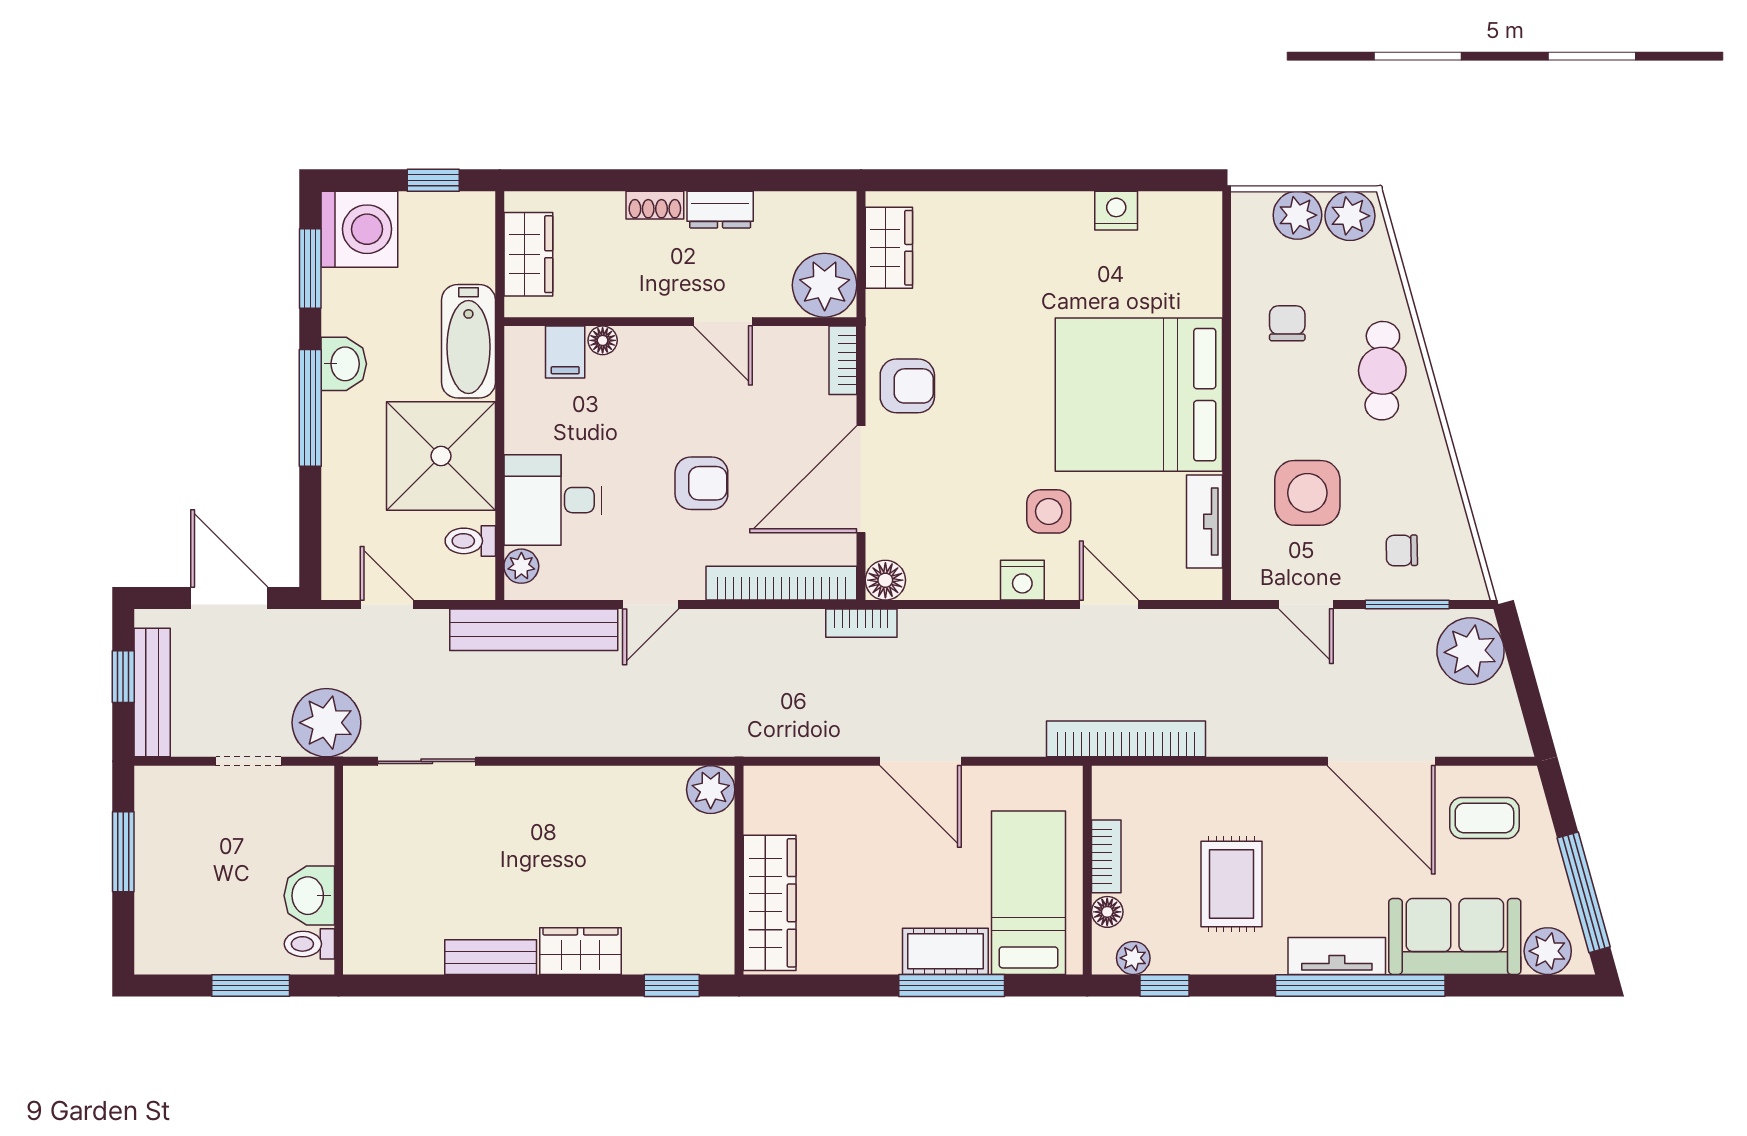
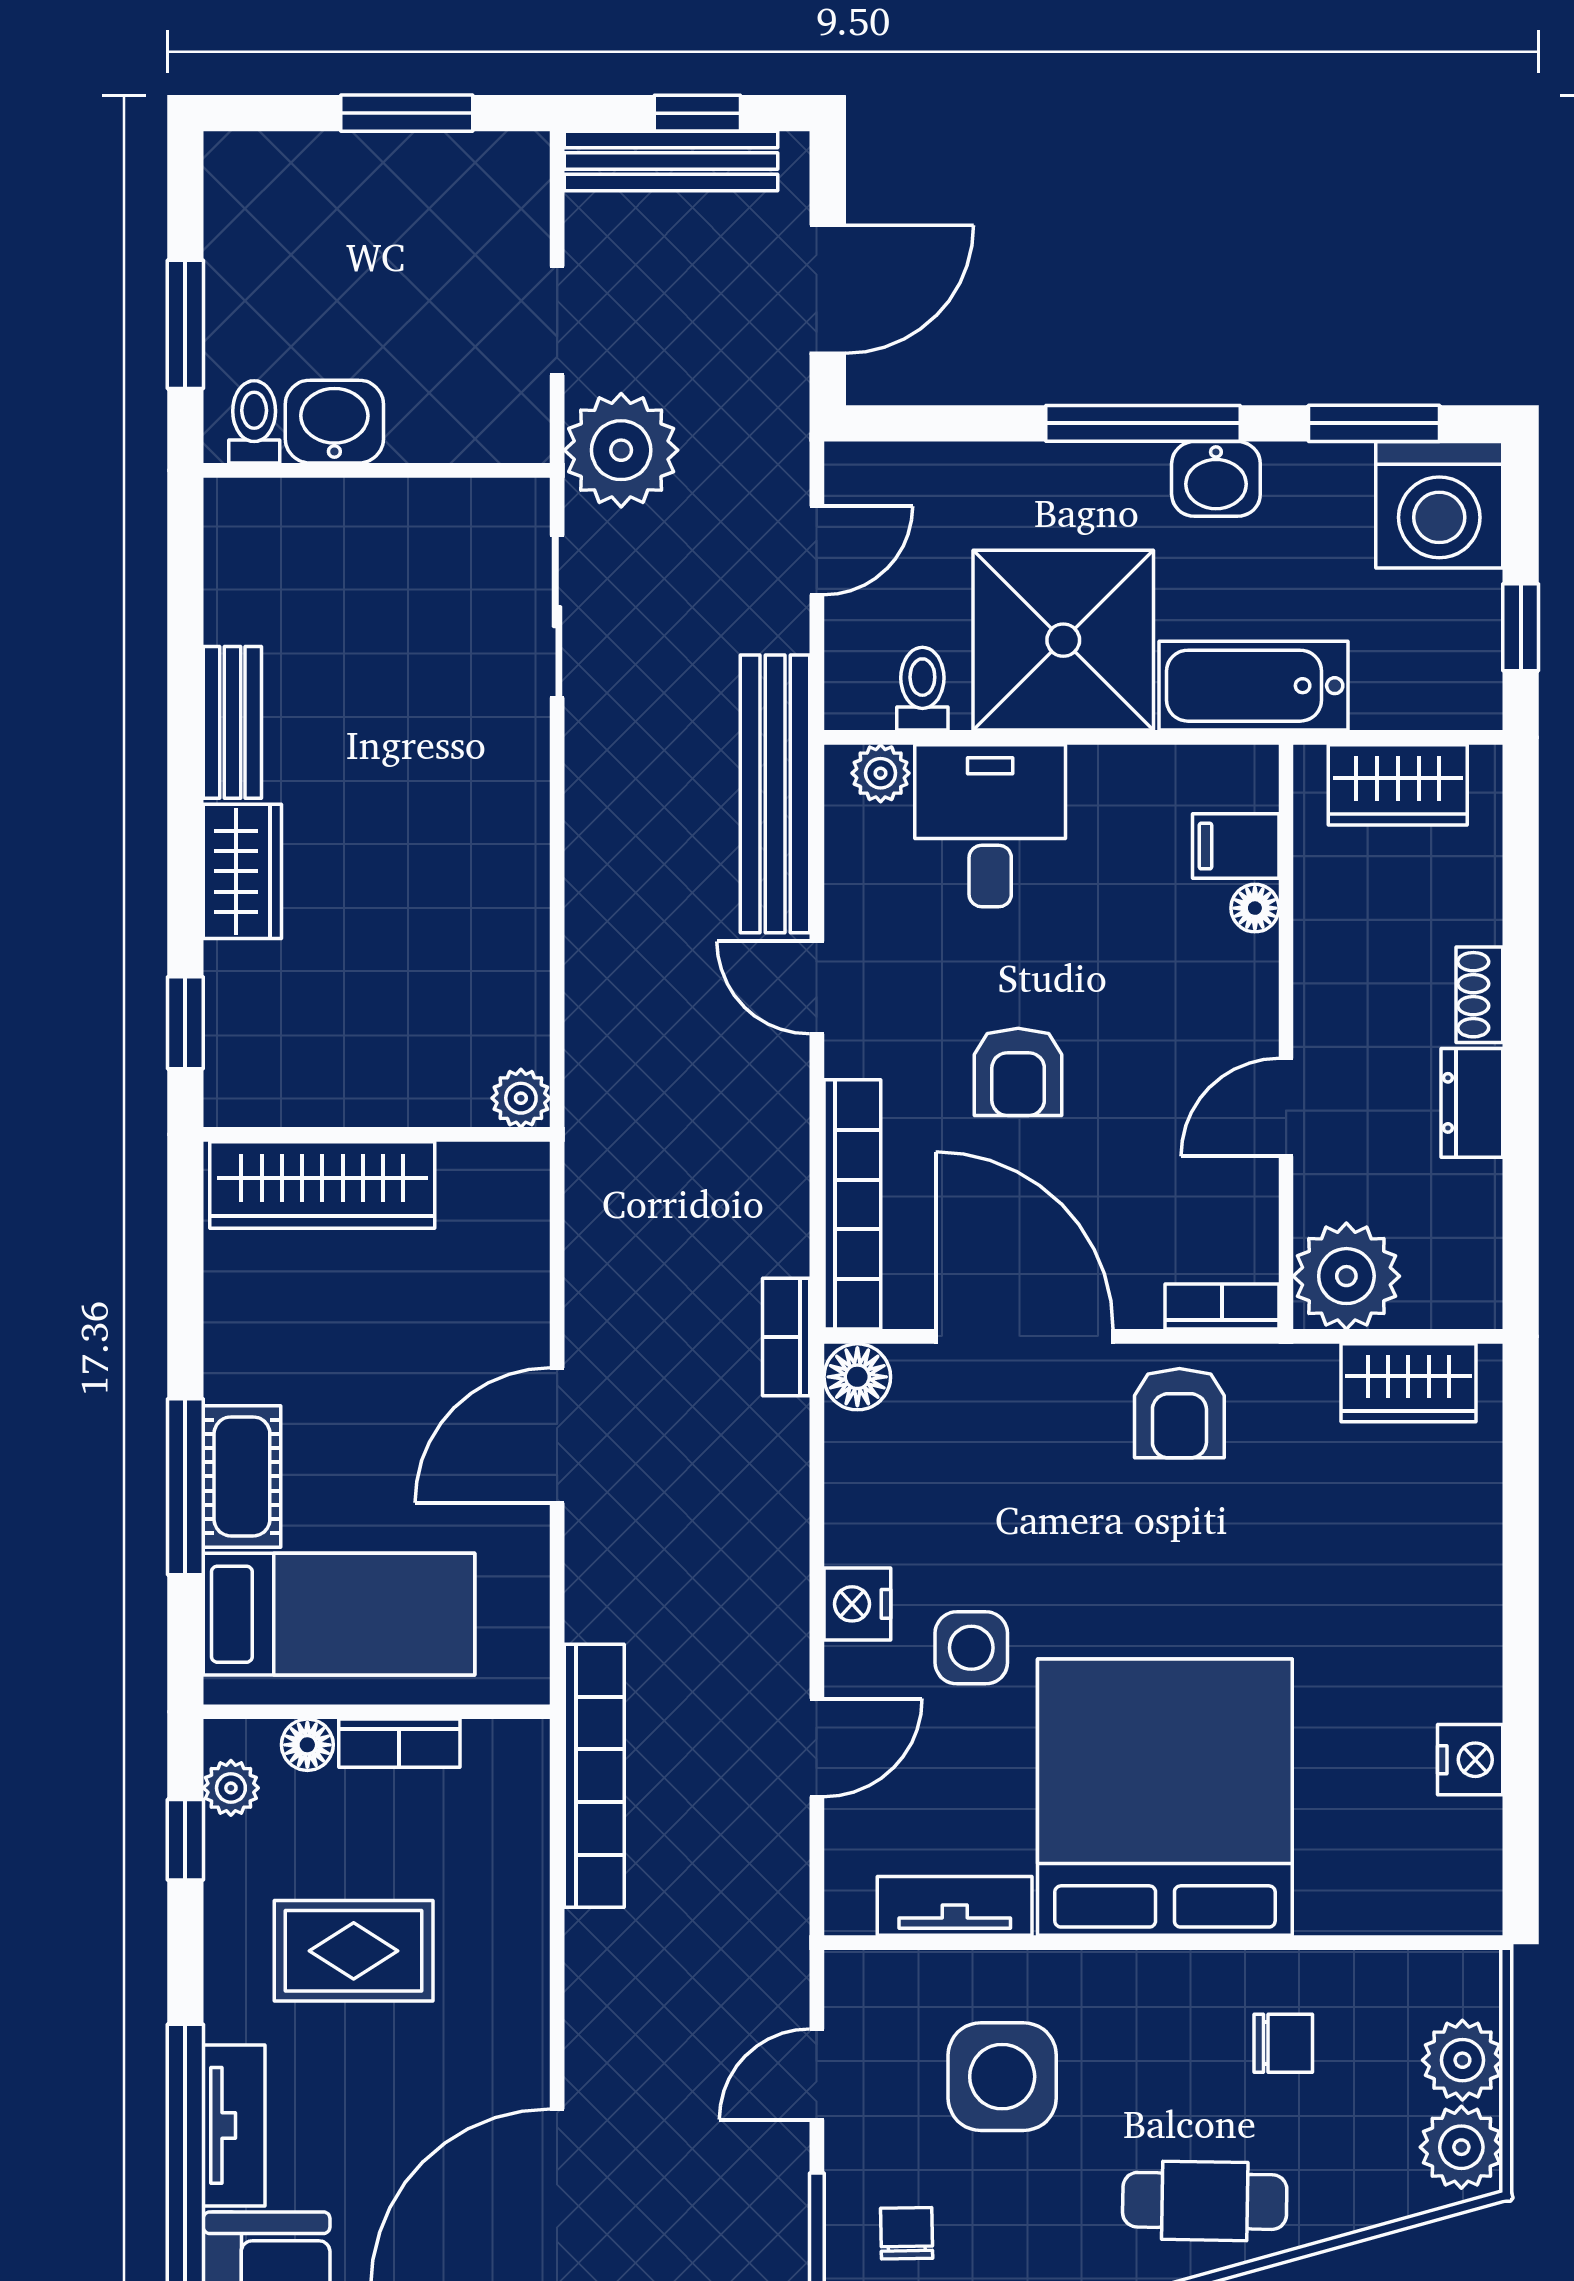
plant: (711, 790) -> (521, 1098), width x0.73, depth x0.73

